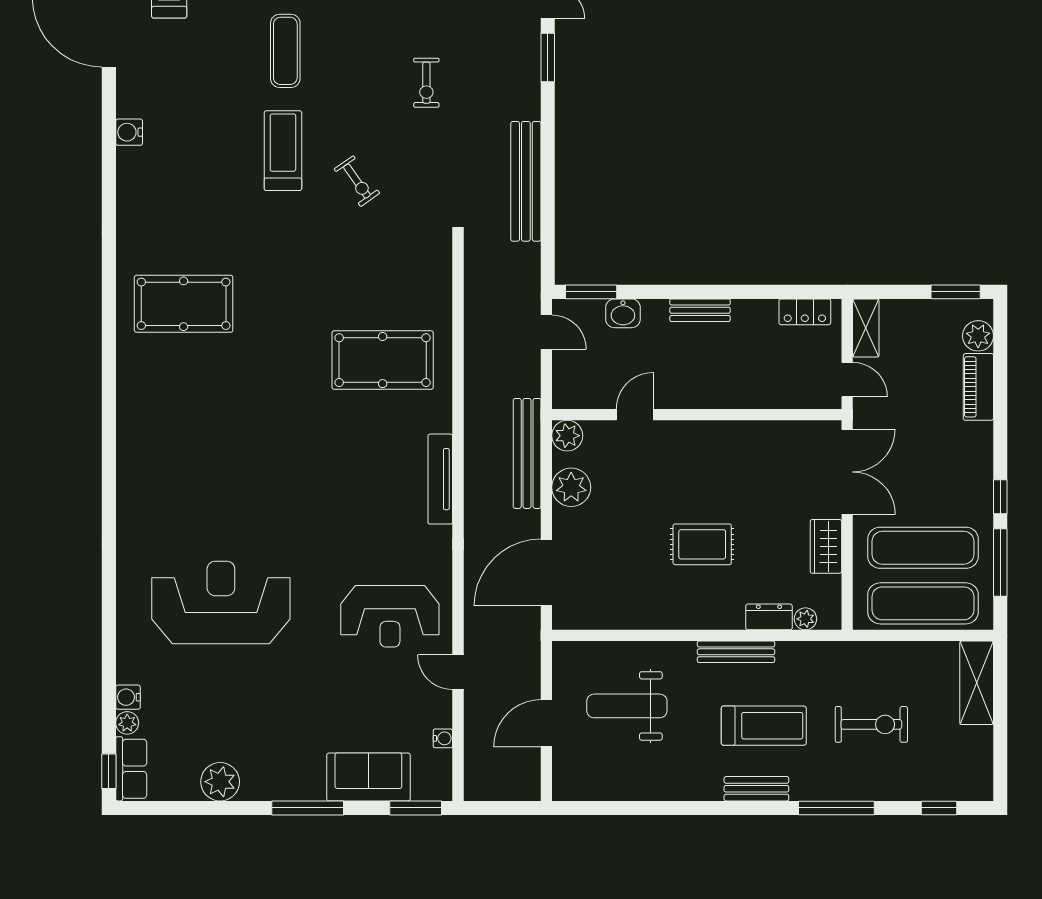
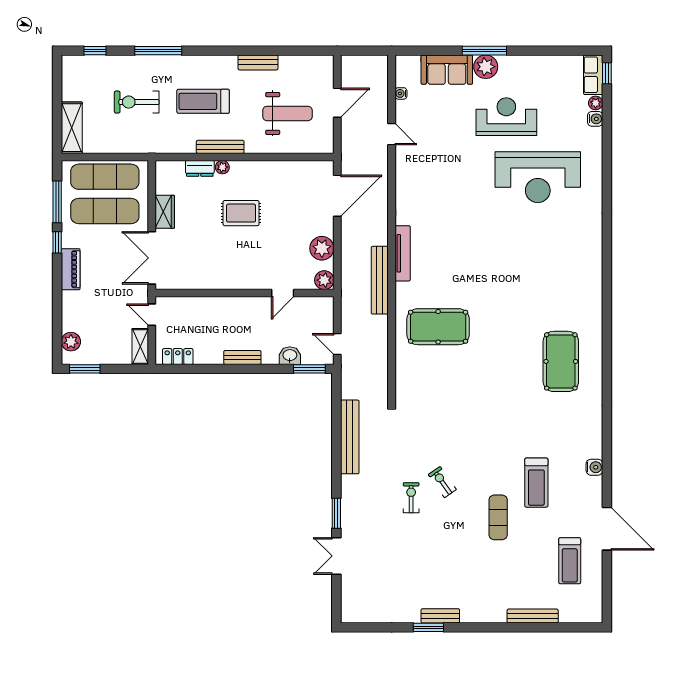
treadmill: (283, 151) -> (536, 483), moved
exercise bike: (357, 181) -> (442, 482), moved
pool table: (184, 304) -> (561, 361), turned 90
piano: (978, 387) -> (71, 269), moved
bench: (527, 453) -> (380, 280), moved
reception desk: (390, 616) -> (506, 117), moved
plant: (805, 619) -> (222, 167), moved
plant: (220, 782) -> (486, 67), moved
bench: (756, 789) -> (258, 62), moved
window: (416, 808) -> (418, 51), removed

